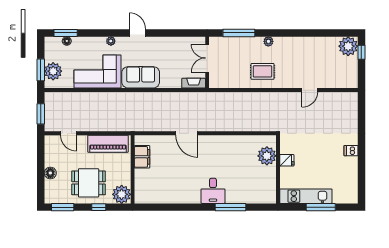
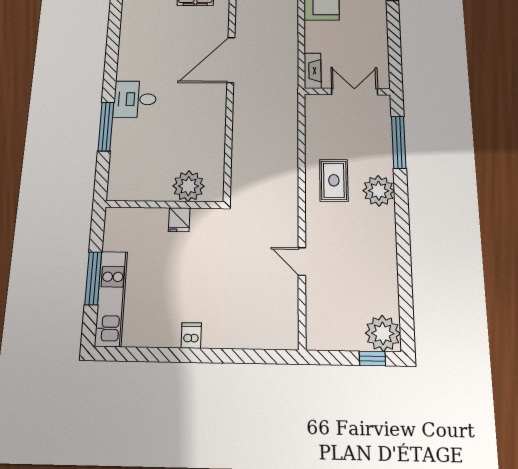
plant: (268, 41) -> (379, 191), width x1.88, depth x1.88
door: (187, 133) -> (231, 60), width x1.36
kitchen unit: (306, 196) -> (111, 298), moved

